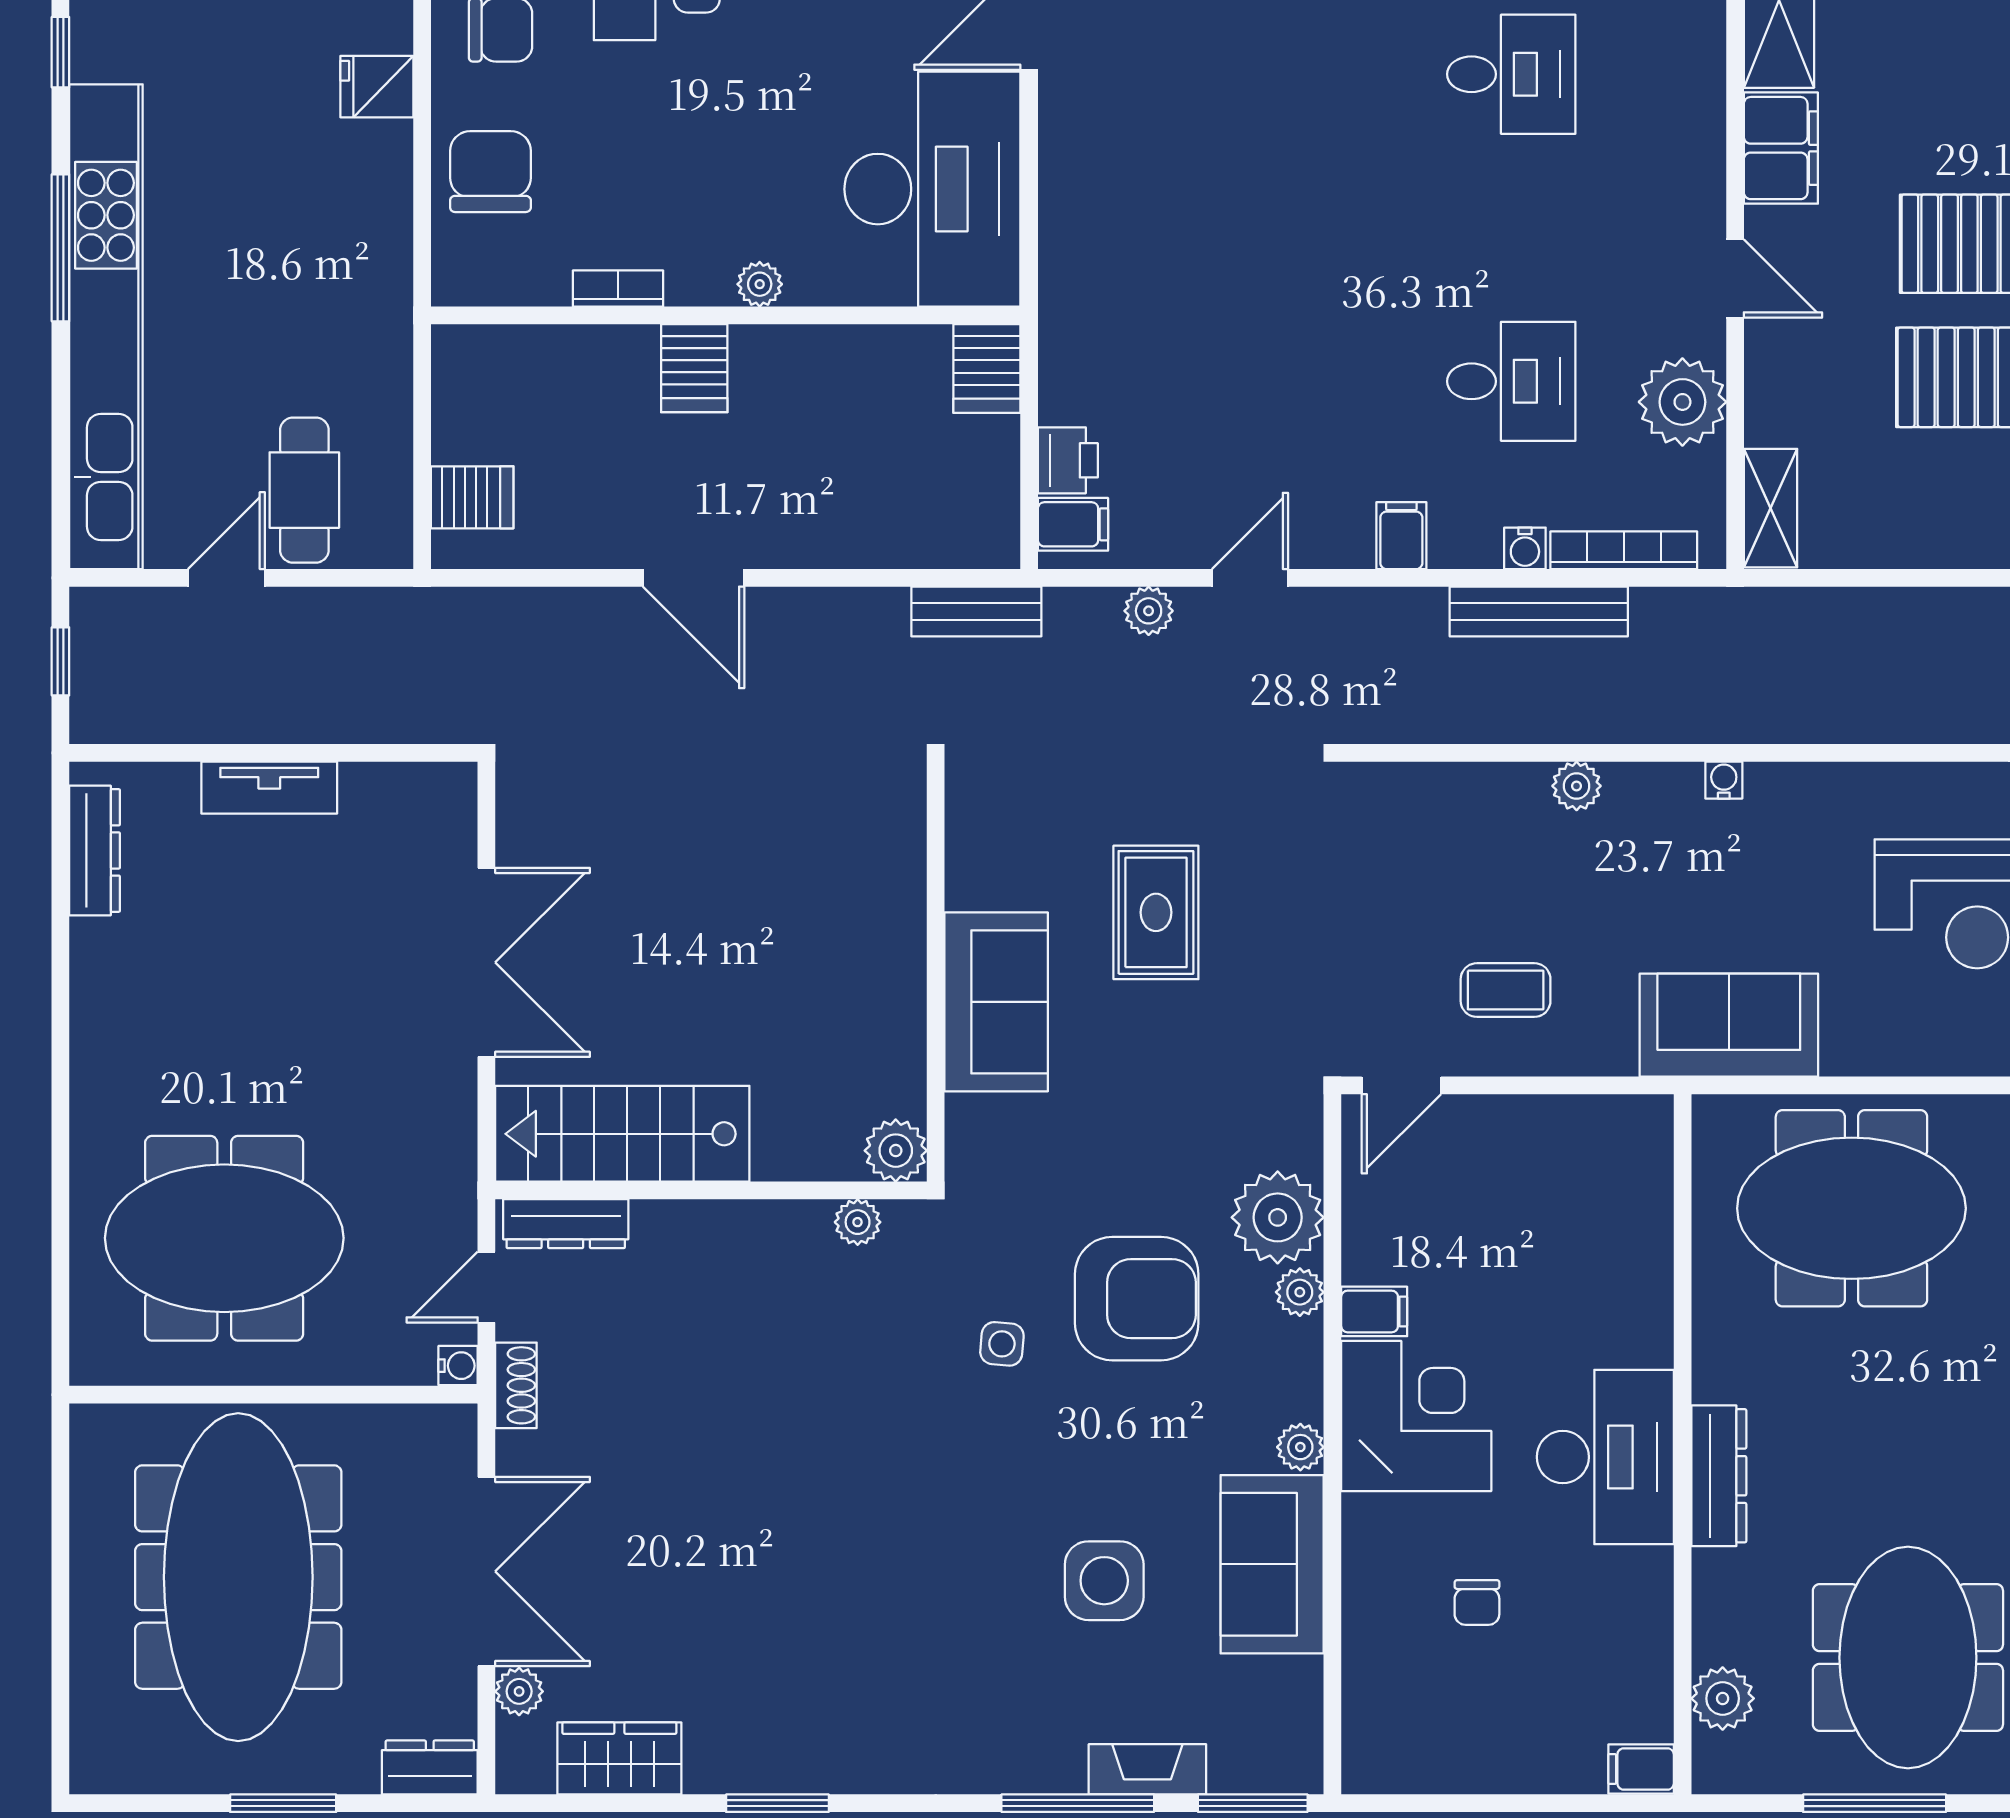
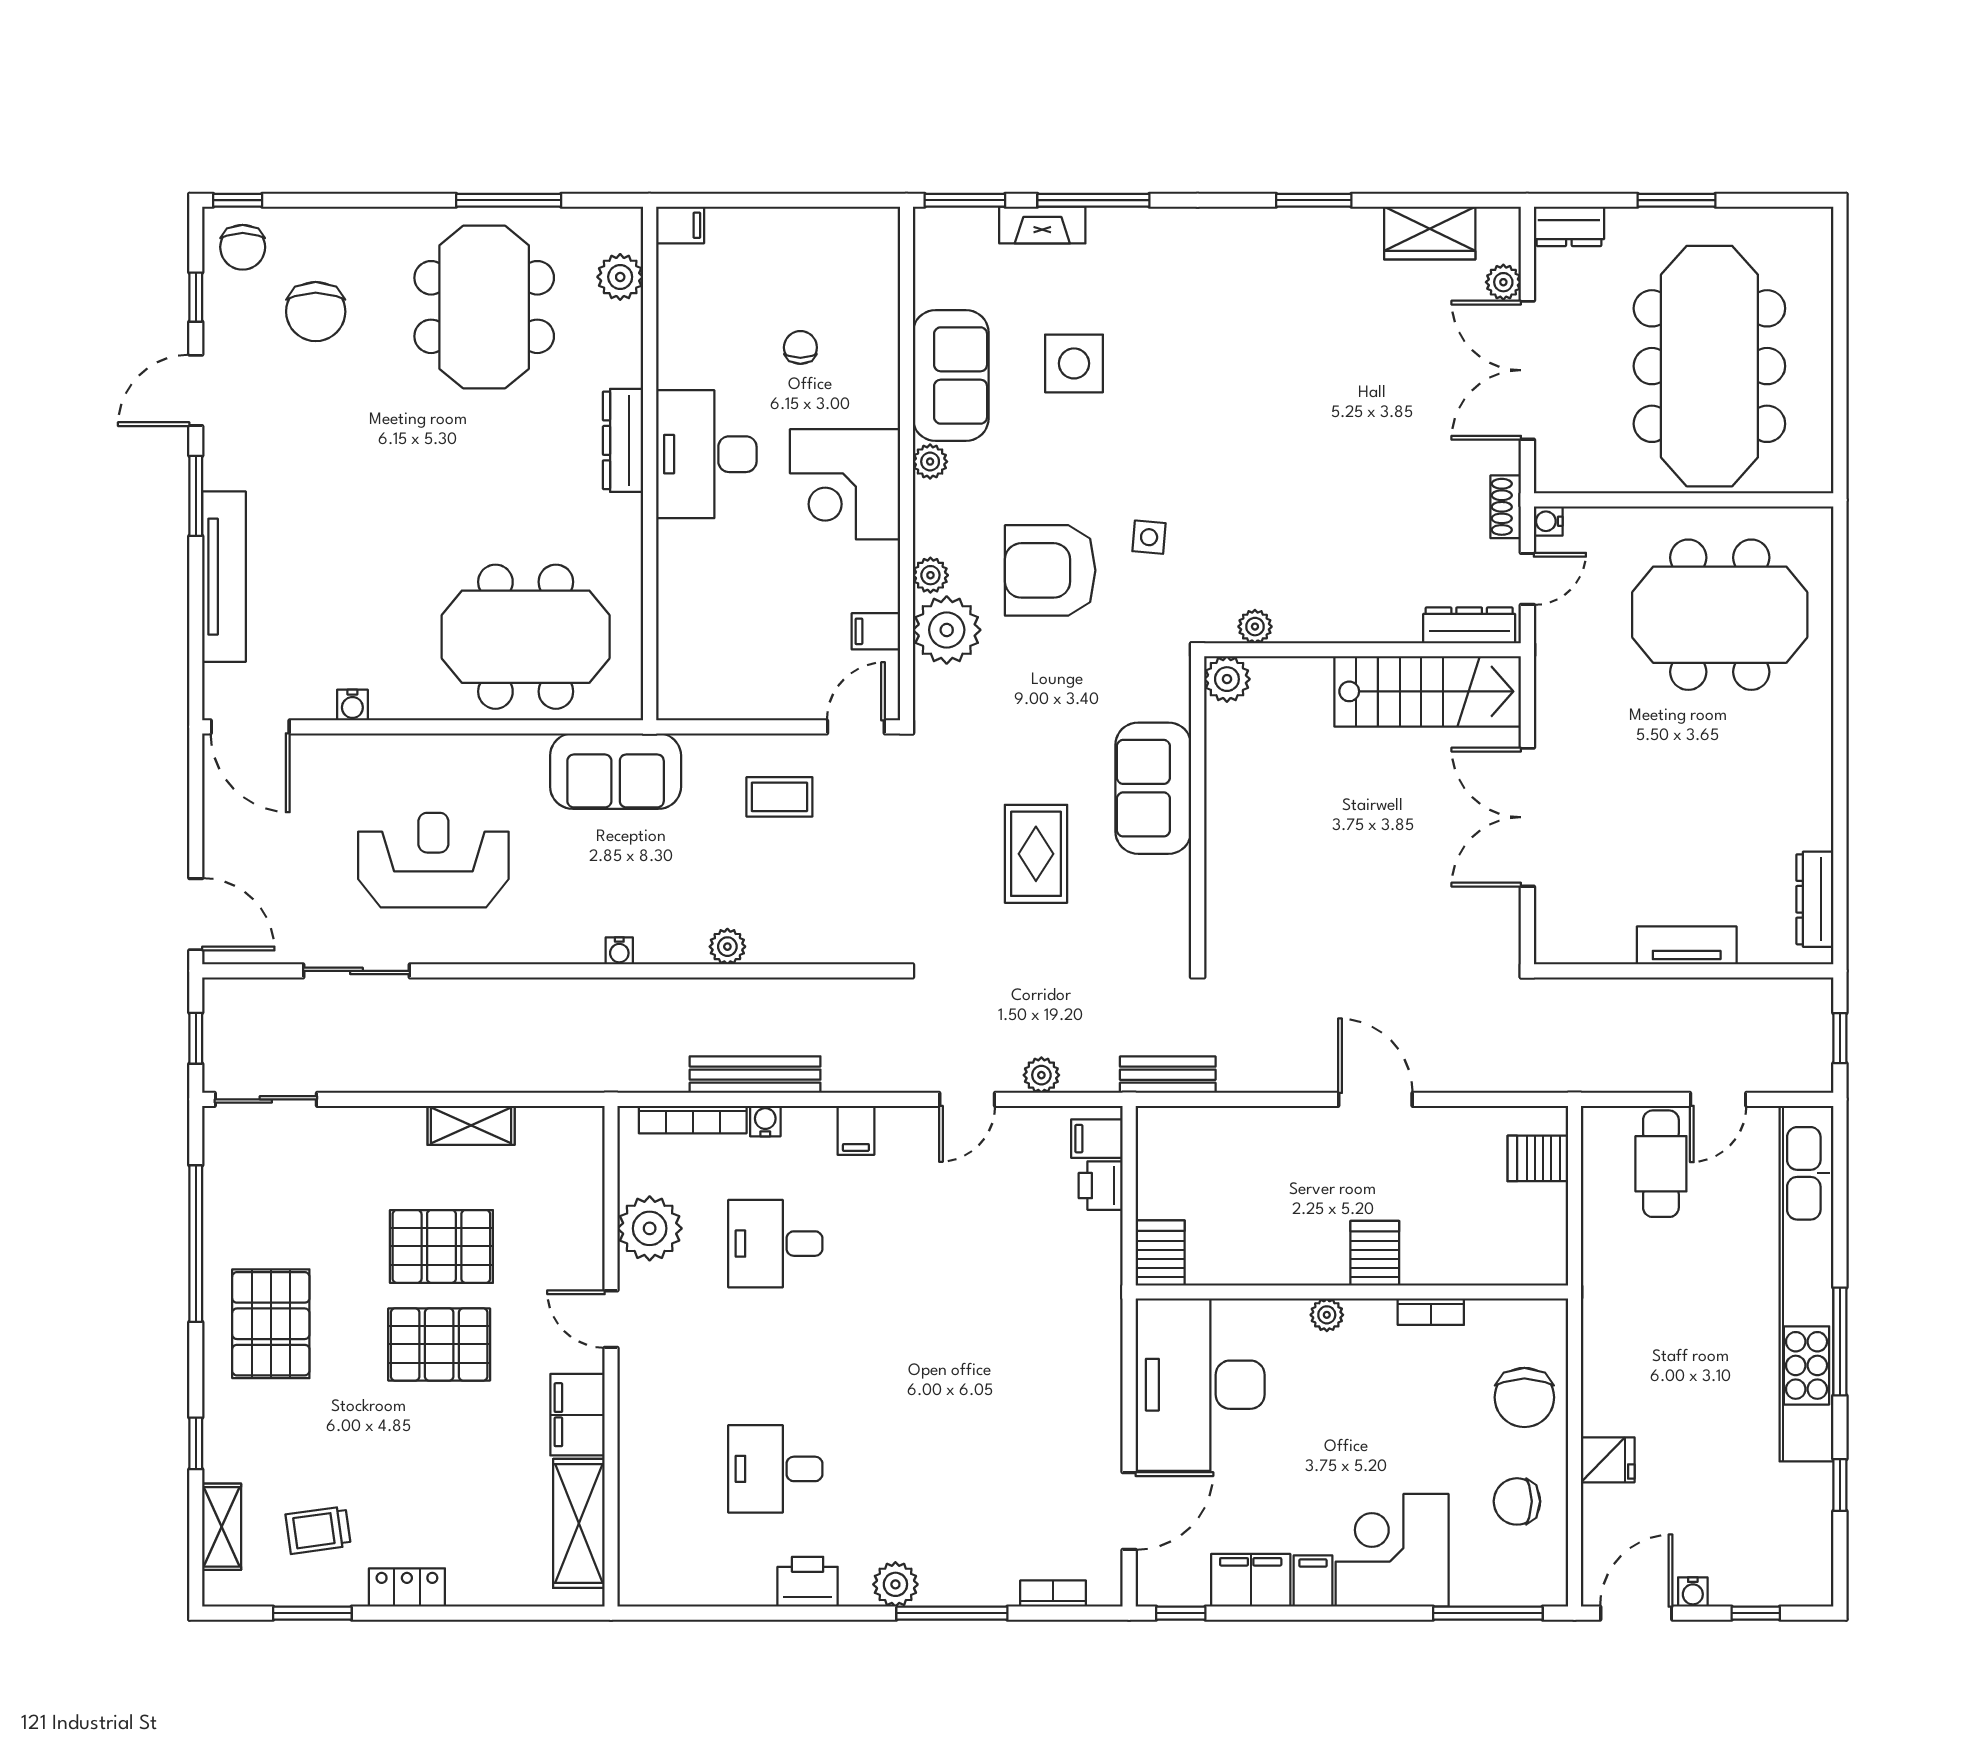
shelving: (1770, 508) -> (471, 1125), moved, turned 90
filing cabinet: (1374, 1311) -> (876, 631), moved

